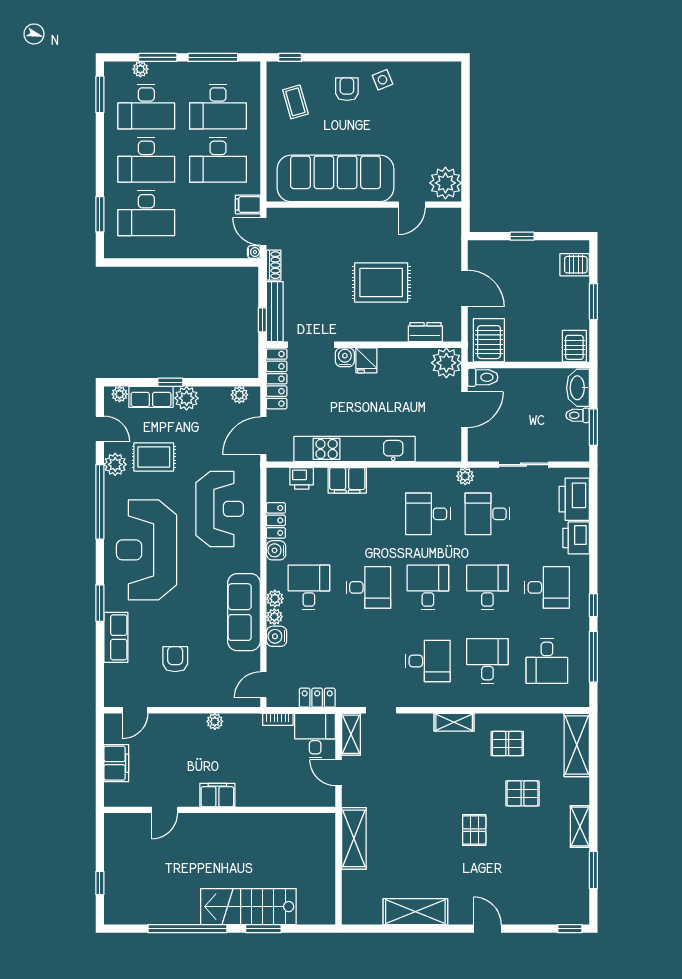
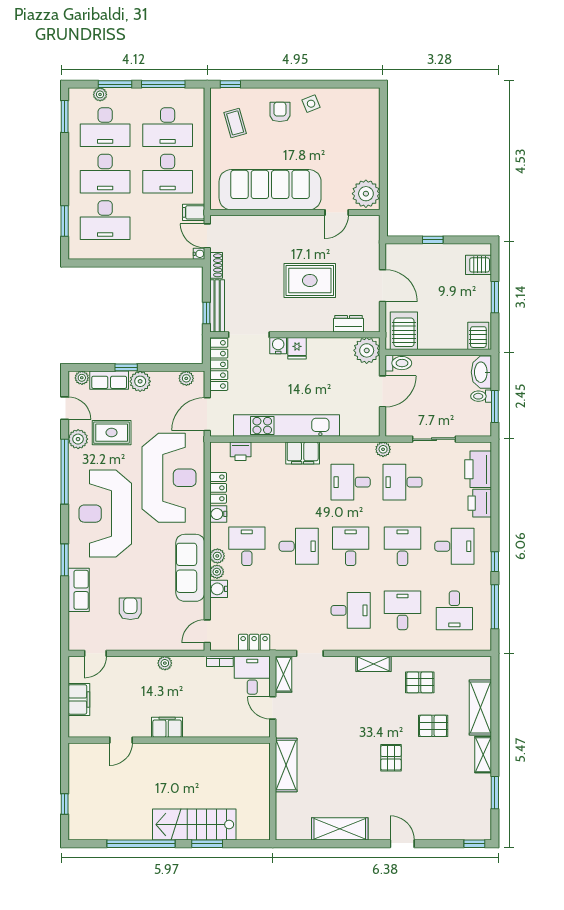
filing cabinet: (347, 480) -> (303, 453), moved
reception desk: (220, 509) -> (169, 478), width x1.36, depth x1.30
shelving: (577, 745) -> (480, 707), moved

